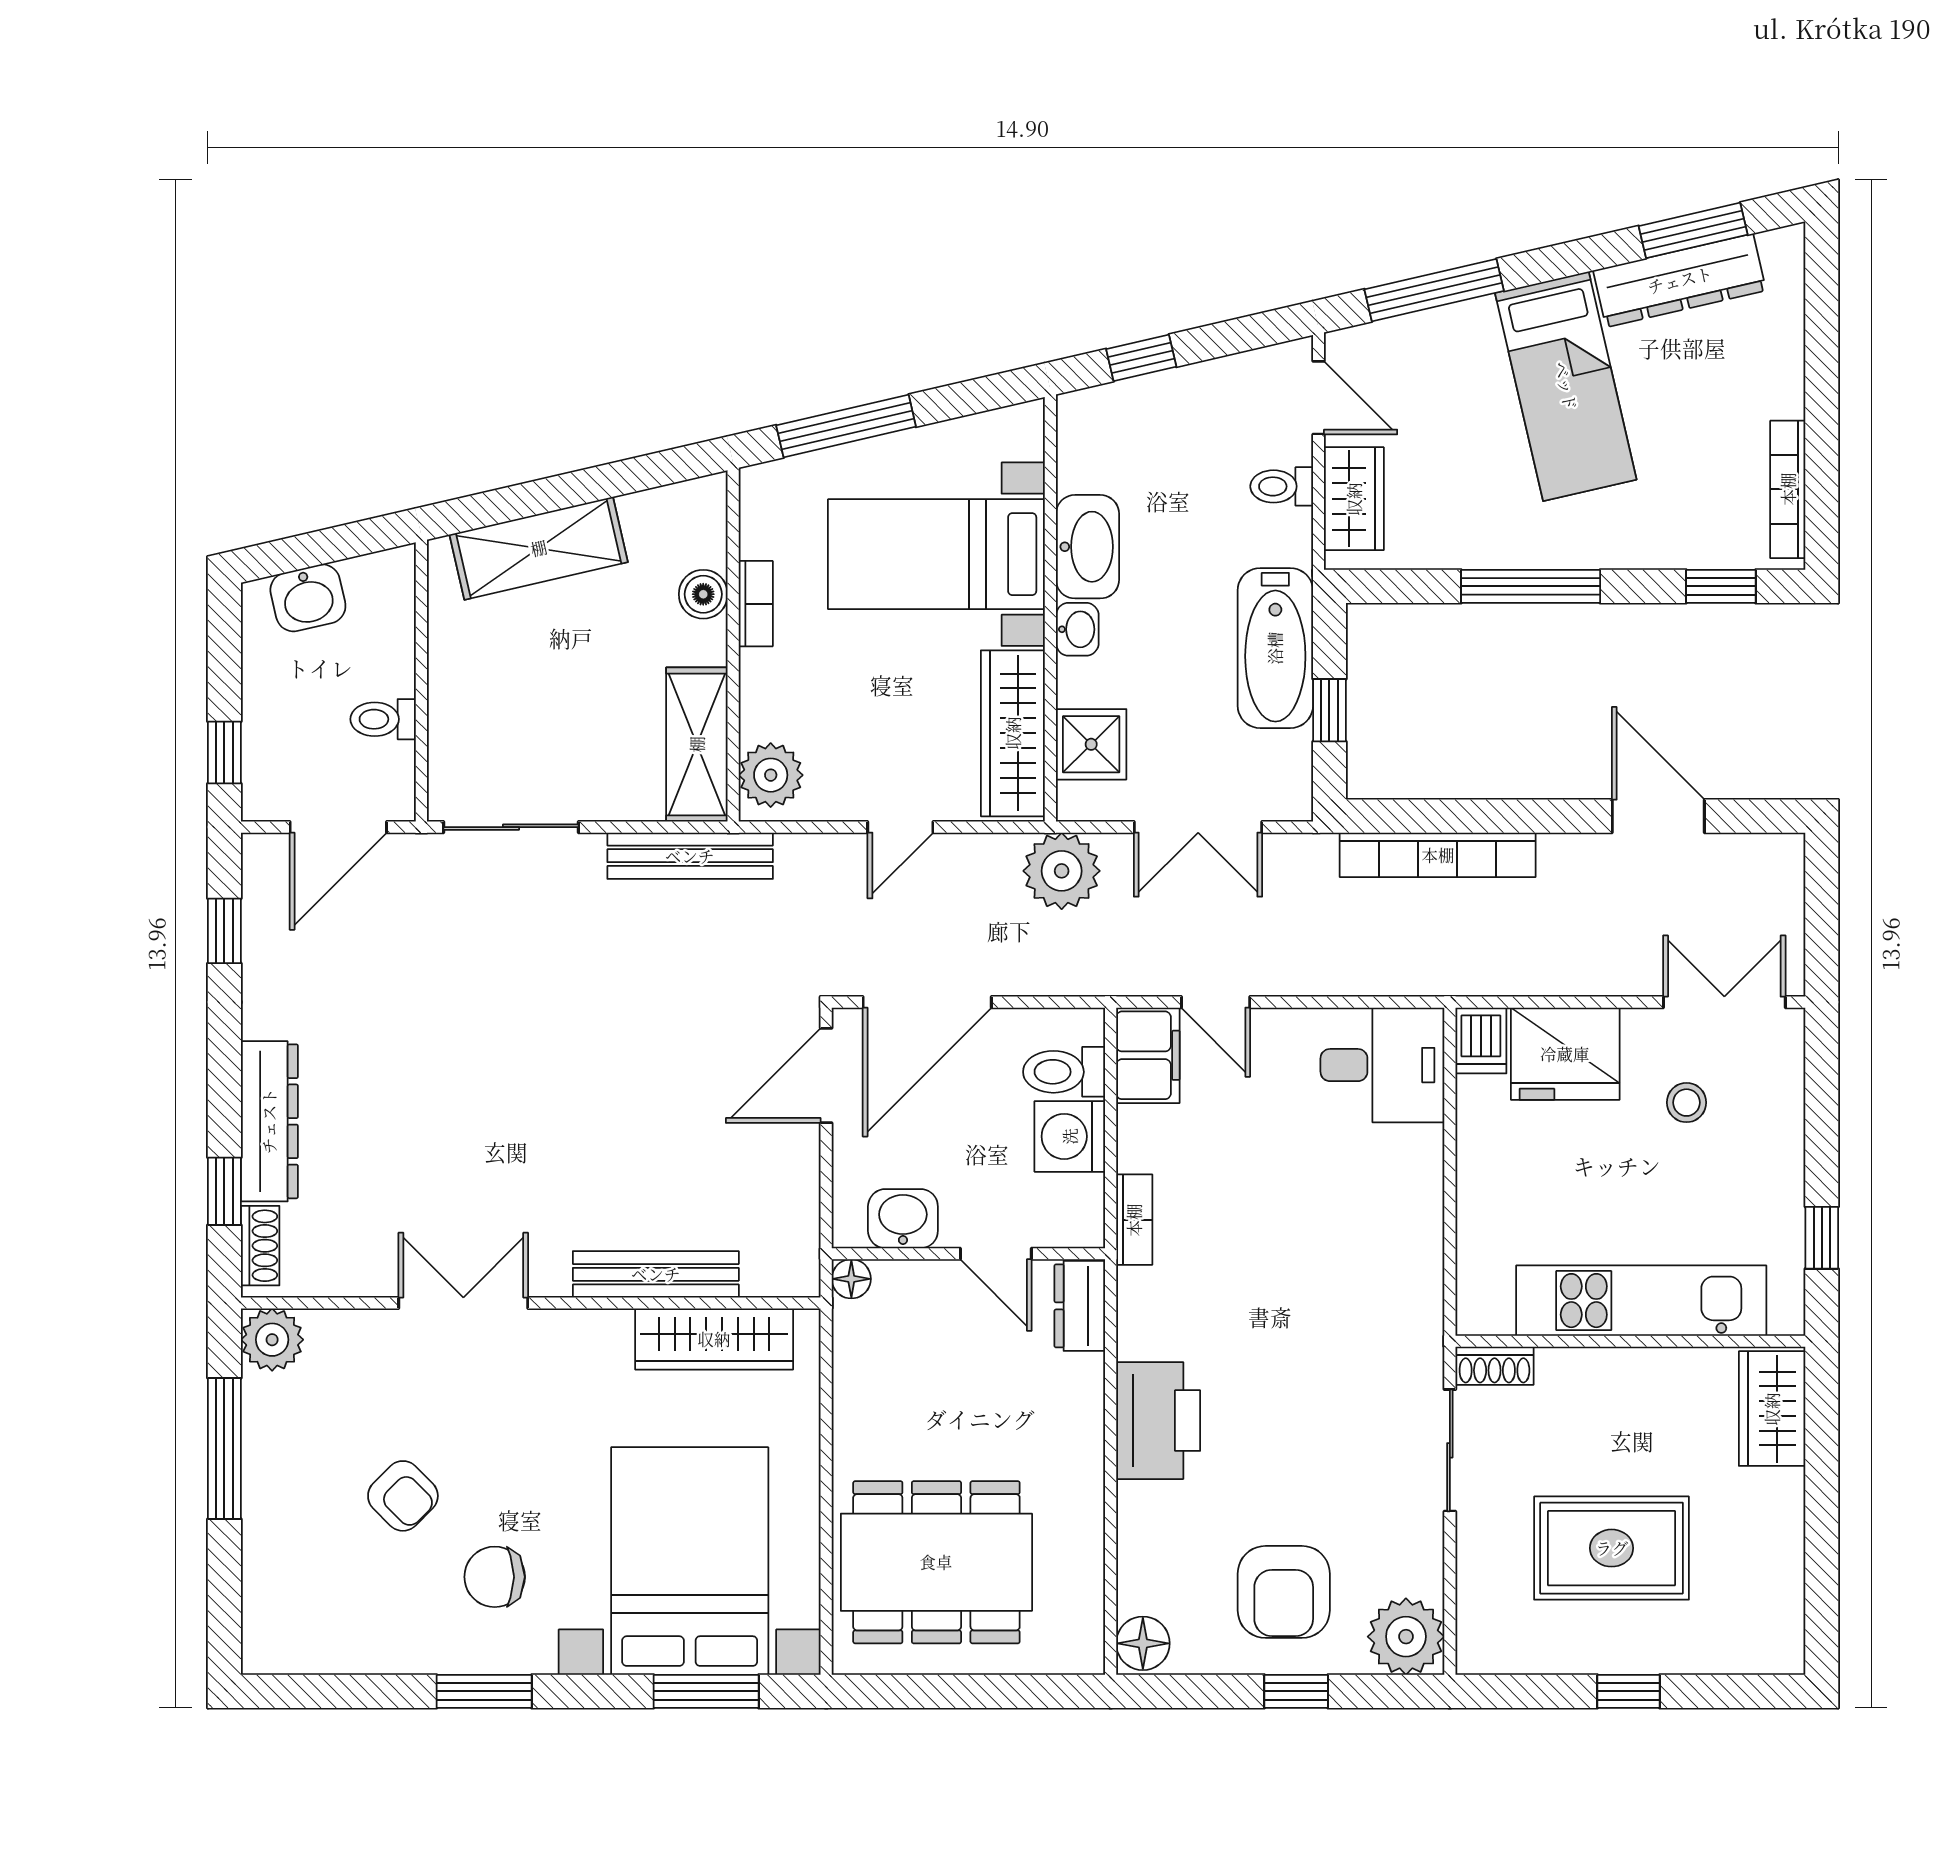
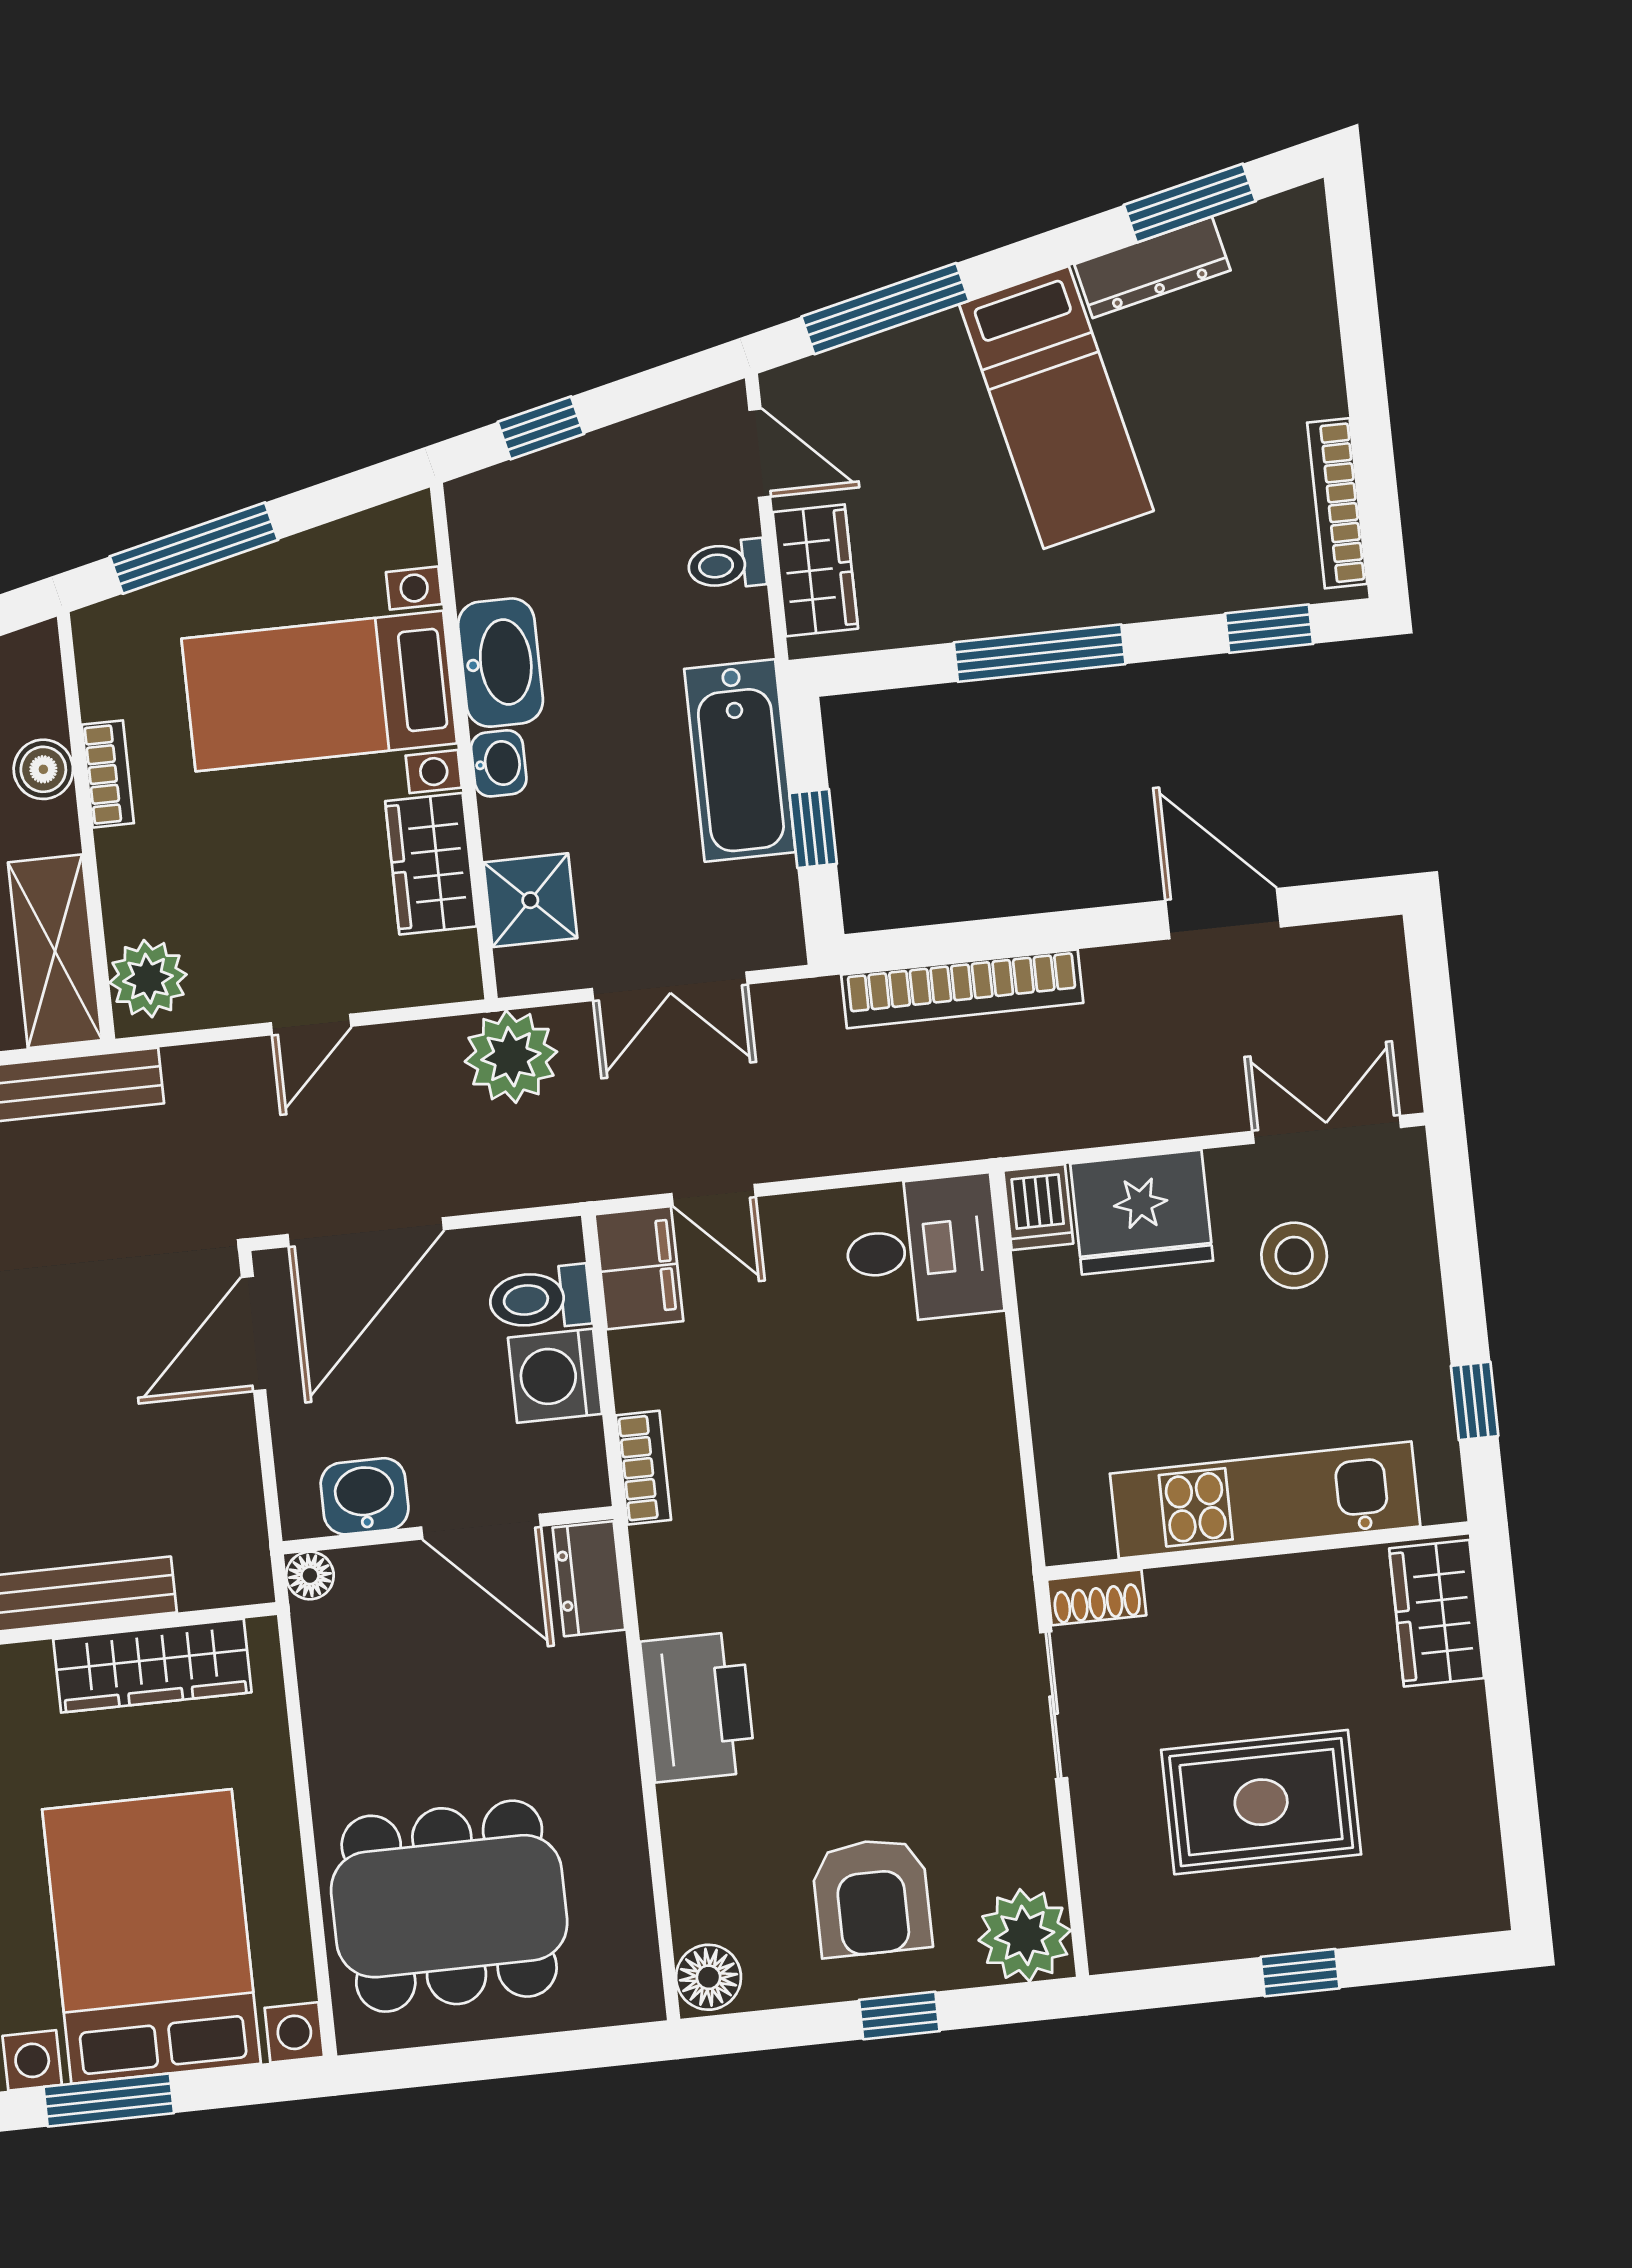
dresser: (1680, 280) -> (1152, 267), width x0.73, depth x0.80
wardrobe: (1013, 733) -> (431, 864), width x0.67
stool: (1687, 1103) -> (1294, 1255), width x1.37, depth x1.37
door: (996, 1254) -> (481, 1527), width x1.38
window: (706, 1691) -> (109, 2100), moved

